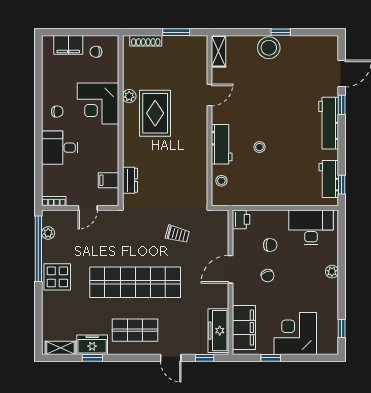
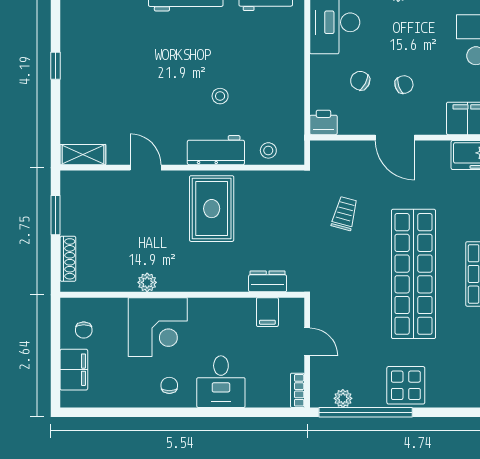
stool: (269, 48) -> (78, 83), removed
rug: (155, 113) -> (212, 209), moved, turned 90
chair: (270, 245) -> (360, 81), turned -62

